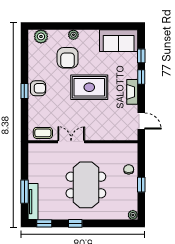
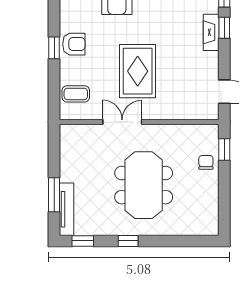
rug: (89, 87) -> (138, 71), moved, turned 90
fireplace: (132, 92) -> (211, 32), moved
coffee table: (43, 133) -> (76, 94), moved
window: (141, 185) -> (224, 149), moved
plant: (133, 215) -> (212, 229), removed

